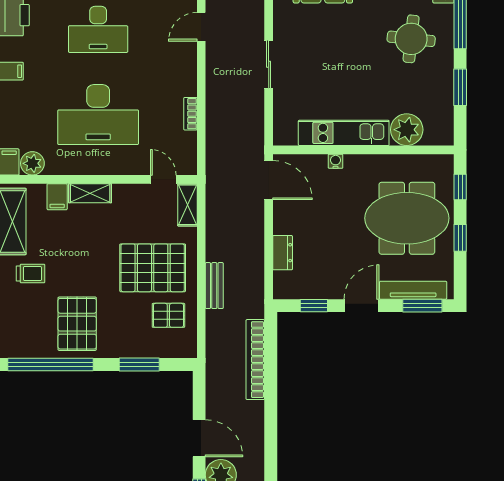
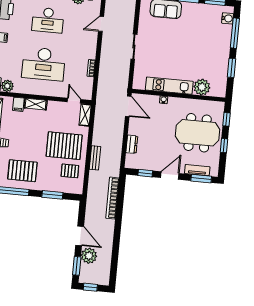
round table: (411, 39) -> (209, 41), removed
tv unit: (413, 290) -> (197, 170), width x0.71
pallet: (77, 324) -> (22, 171), turned 90

